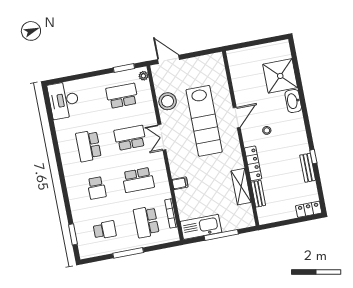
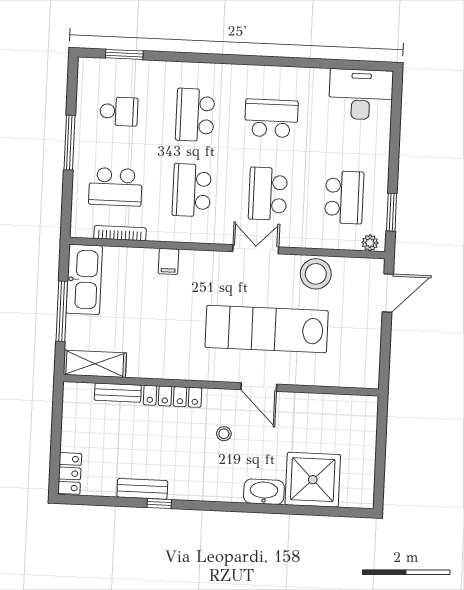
school desk: (130, 138) -> (268, 194), turned 180
shelving: (241, 187) -> (95, 364), moved
school desk: (97, 188) -> (195, 115), width x1.85
school desk: (146, 222) -> (115, 187), turned 180
school desk: (105, 230) -> (119, 111), turned -90

